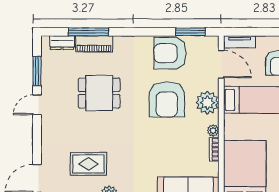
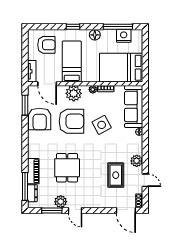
window: (88, 32) -> (25, 186), moved
door: (221, 64) -> (47, 84), swing flipped
plant: (50, 84) -> (61, 202), added
side table: (162, 143) -> (102, 125), added

